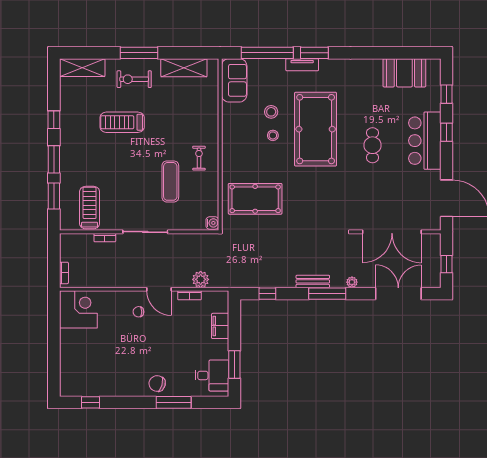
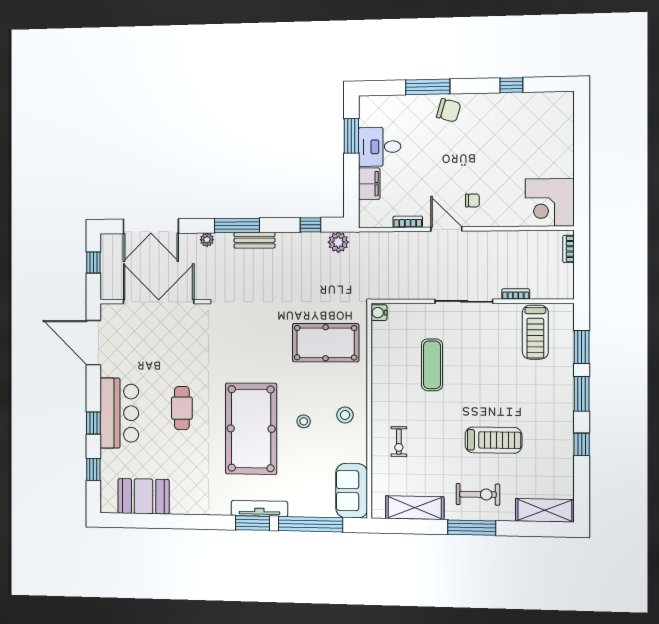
tv unit: (302, 65) -> (259, 508), width x1.41
stool: (271, 112) -> (345, 415), moved
exercise bike: (199, 158) -> (399, 442), moved
plant: (201, 279) -> (338, 242), moved
desk: (212, 375) -> (380, 147), moved
window: (91, 402) -> (511, 85), moved

